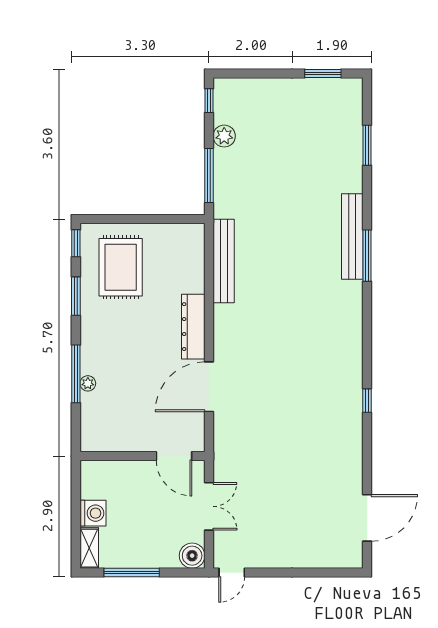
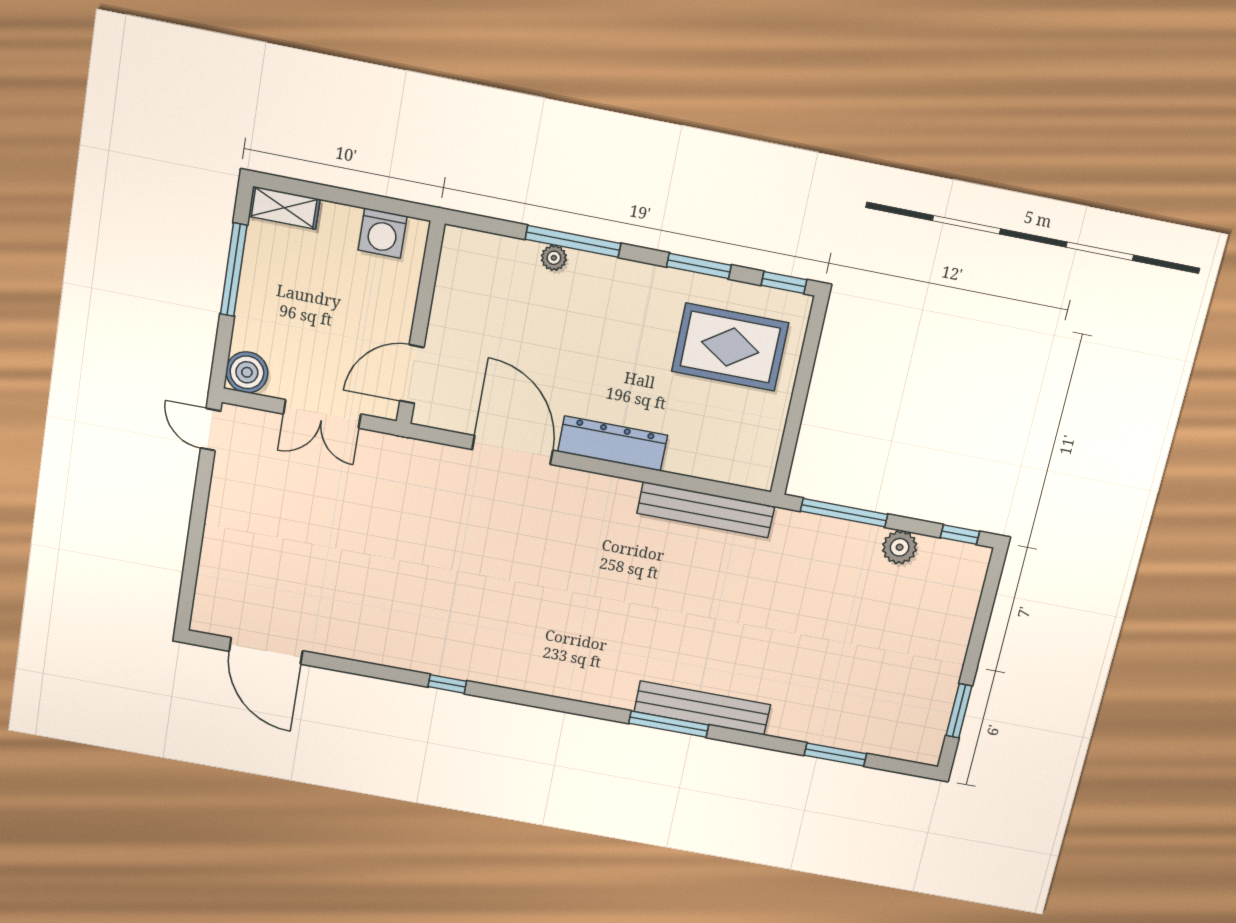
washing machine: (93, 513) -> (383, 233), moved

